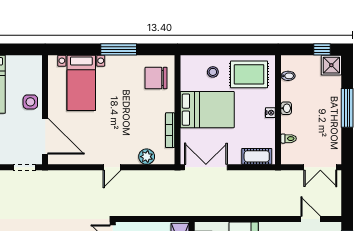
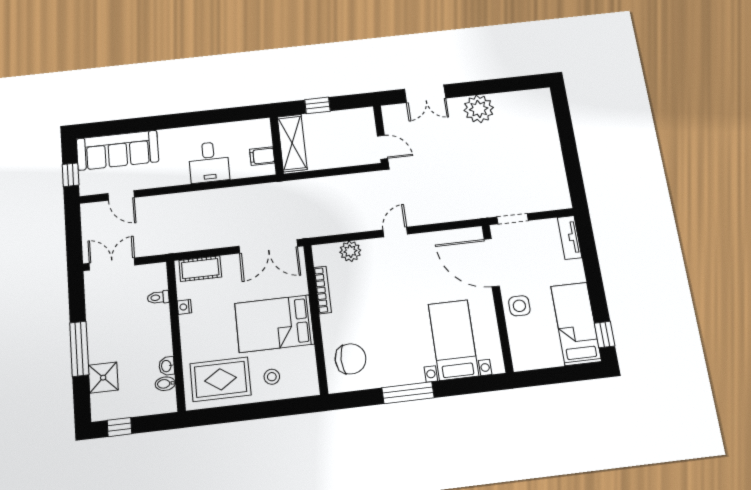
shower: (331, 65) -> (103, 378), moved
washbasin: (286, 108) -> (167, 366), moved
nightstand: (270, 113) -> (184, 307), moved

